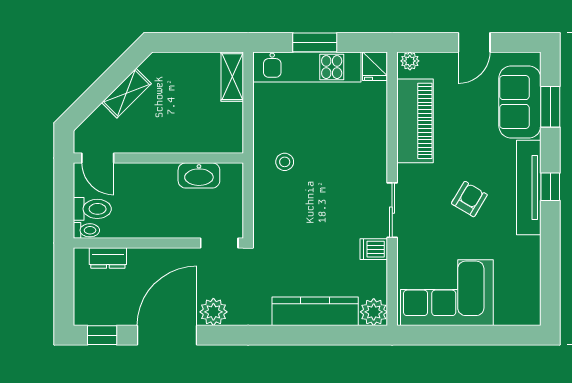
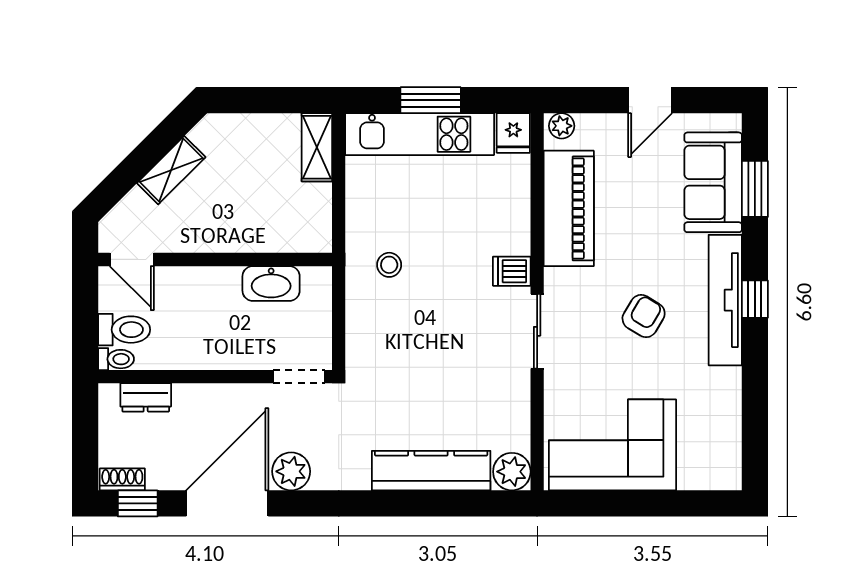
dishwasher: (374, 249) -> (512, 271), moved
shoe rack: (91, 318) -> (122, 479), added

